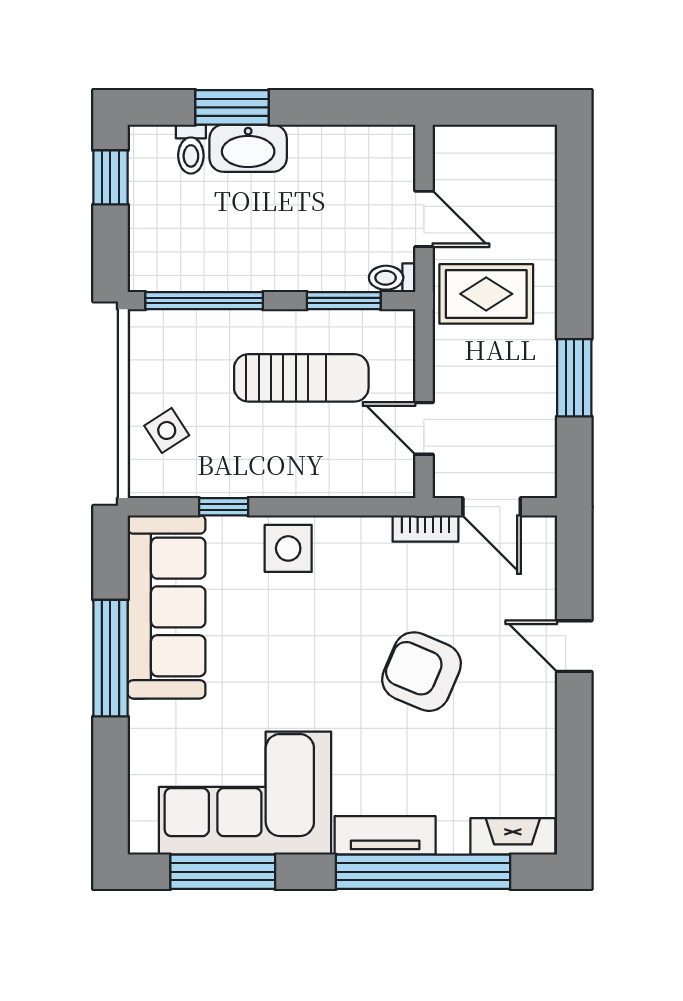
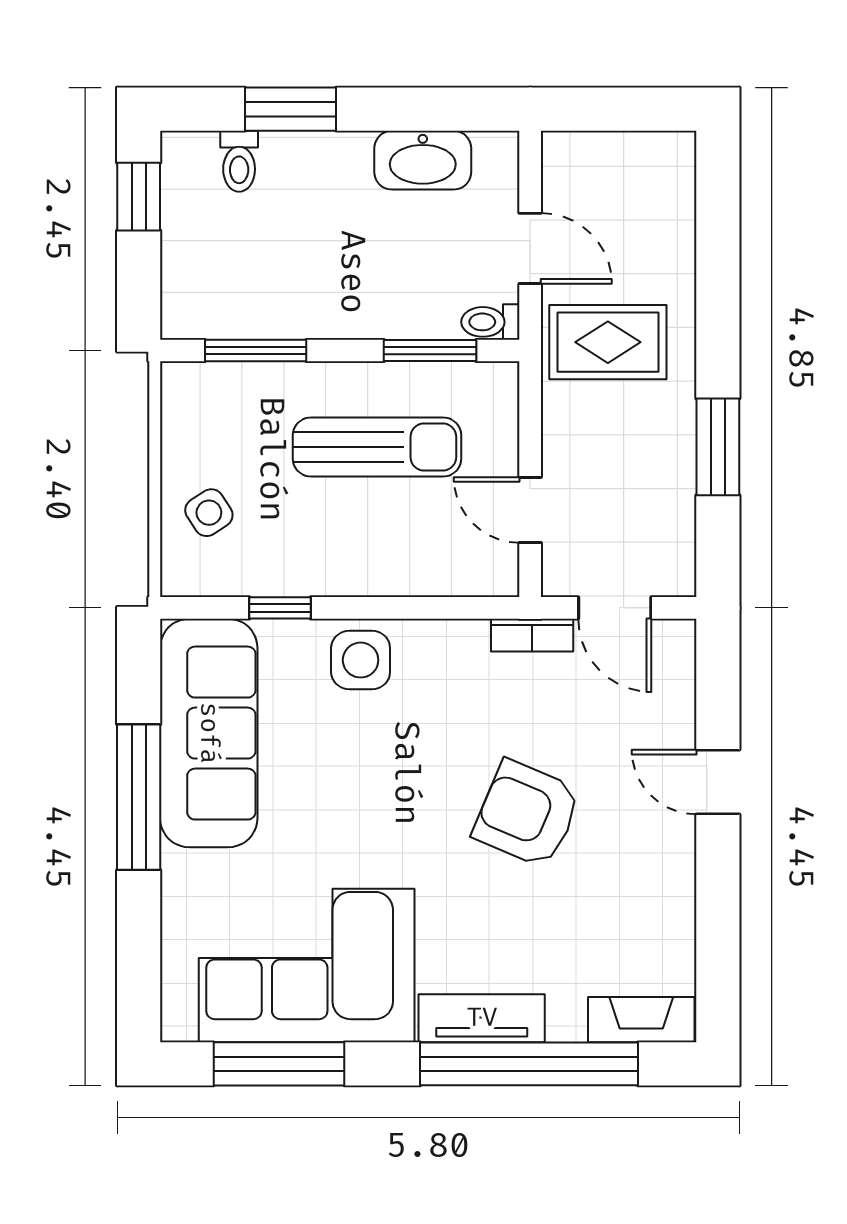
washbasin: (248, 148) -> (423, 160), moved
window: (204, 301) -> (256, 350), width x0.69

